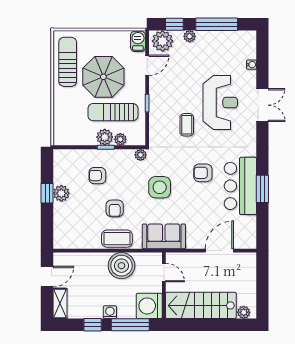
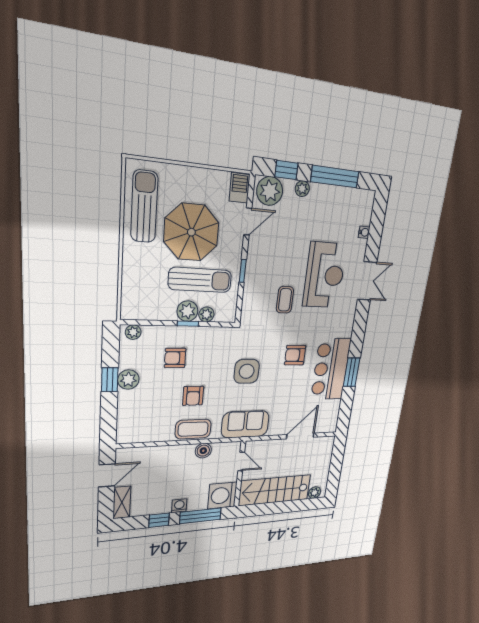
sun lounger: (113, 112) -> (200, 280), turned 180
plant: (141, 155) -> (133, 332), moved
boiler: (121, 266) -> (203, 451), width x0.54, depth x0.54

